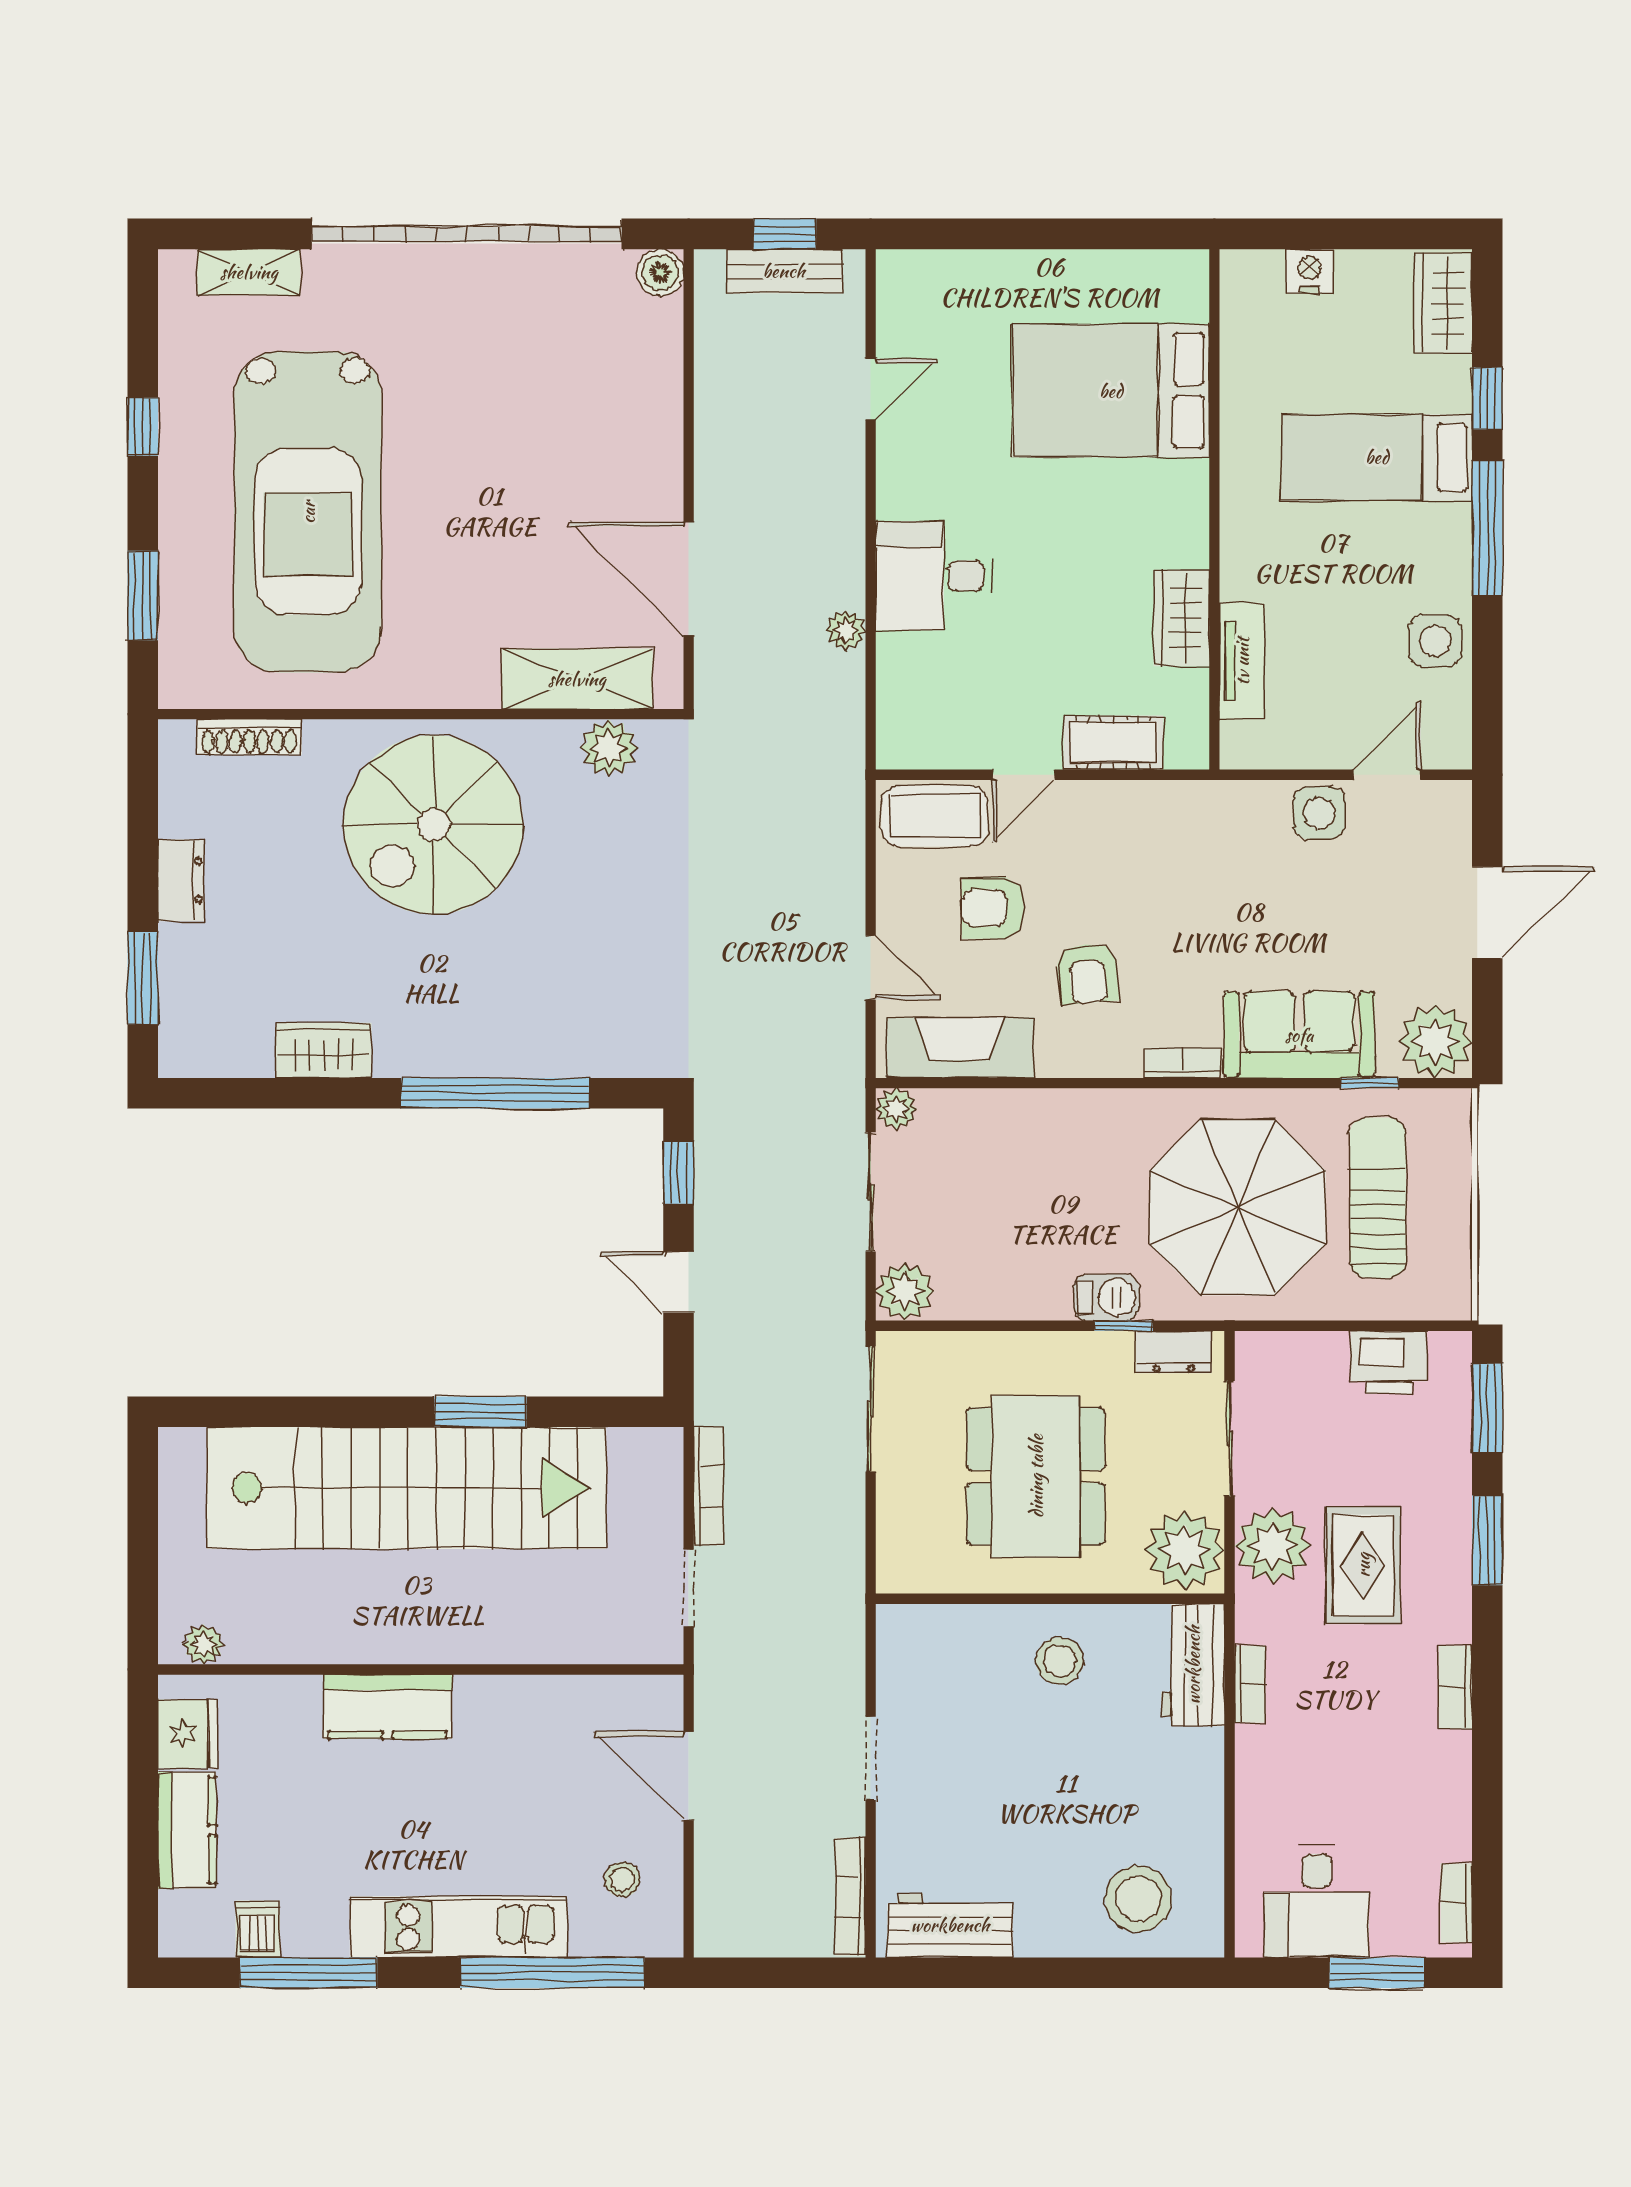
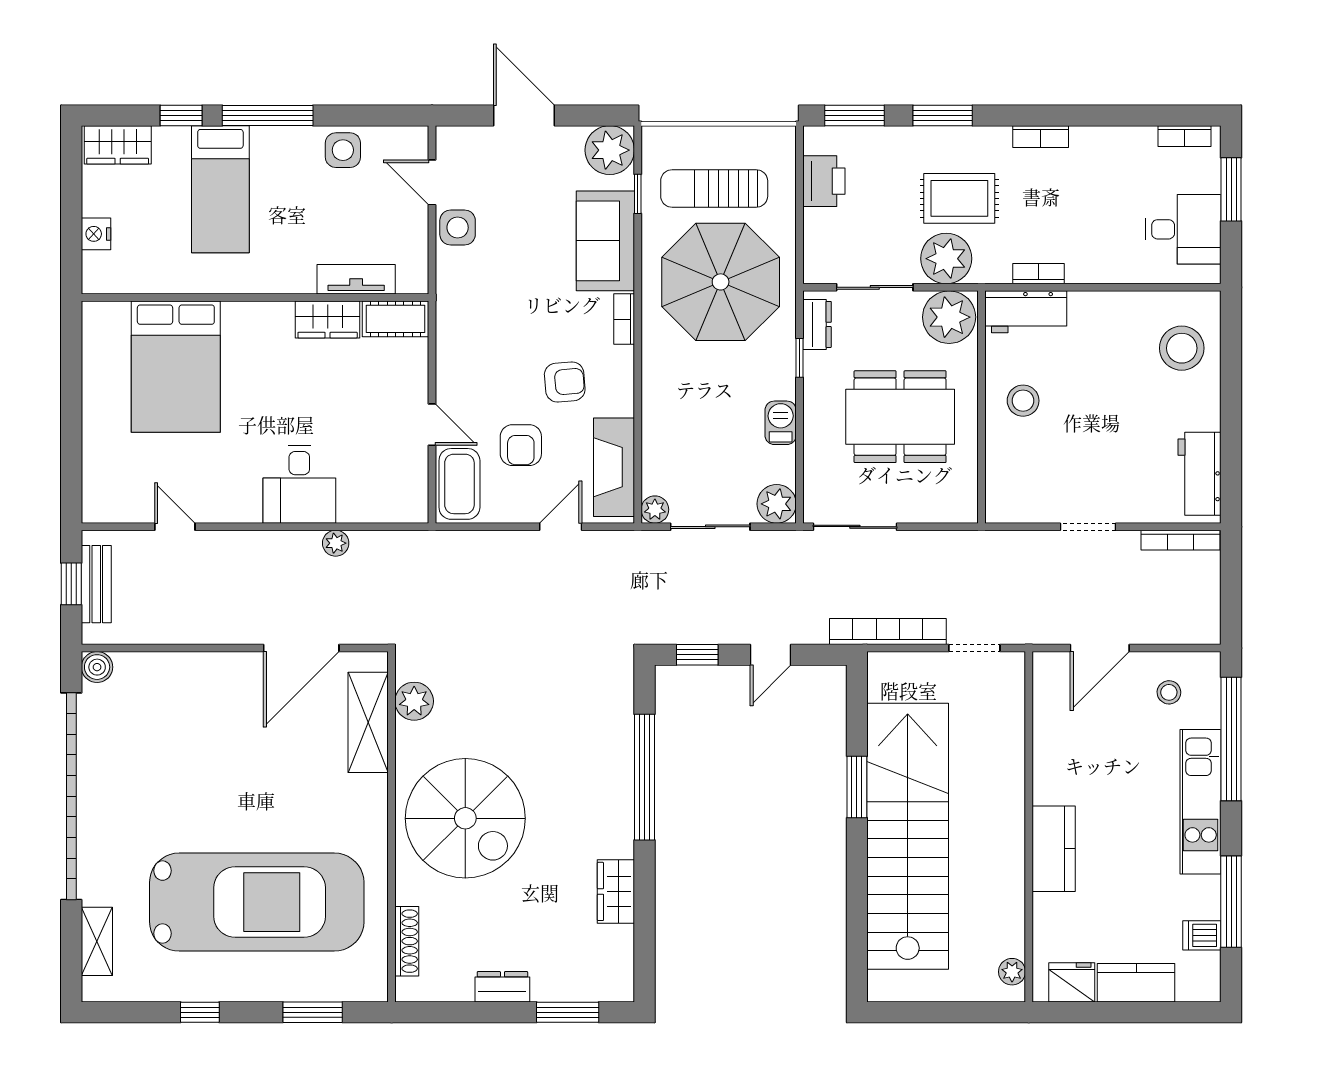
cot: (1113, 743) -> (396, 319), moved, turned 90
barbecue: (1106, 1297) -> (781, 423), moved
bookcase: (709, 1486) -> (888, 631), width x1.48, depth x1.31

